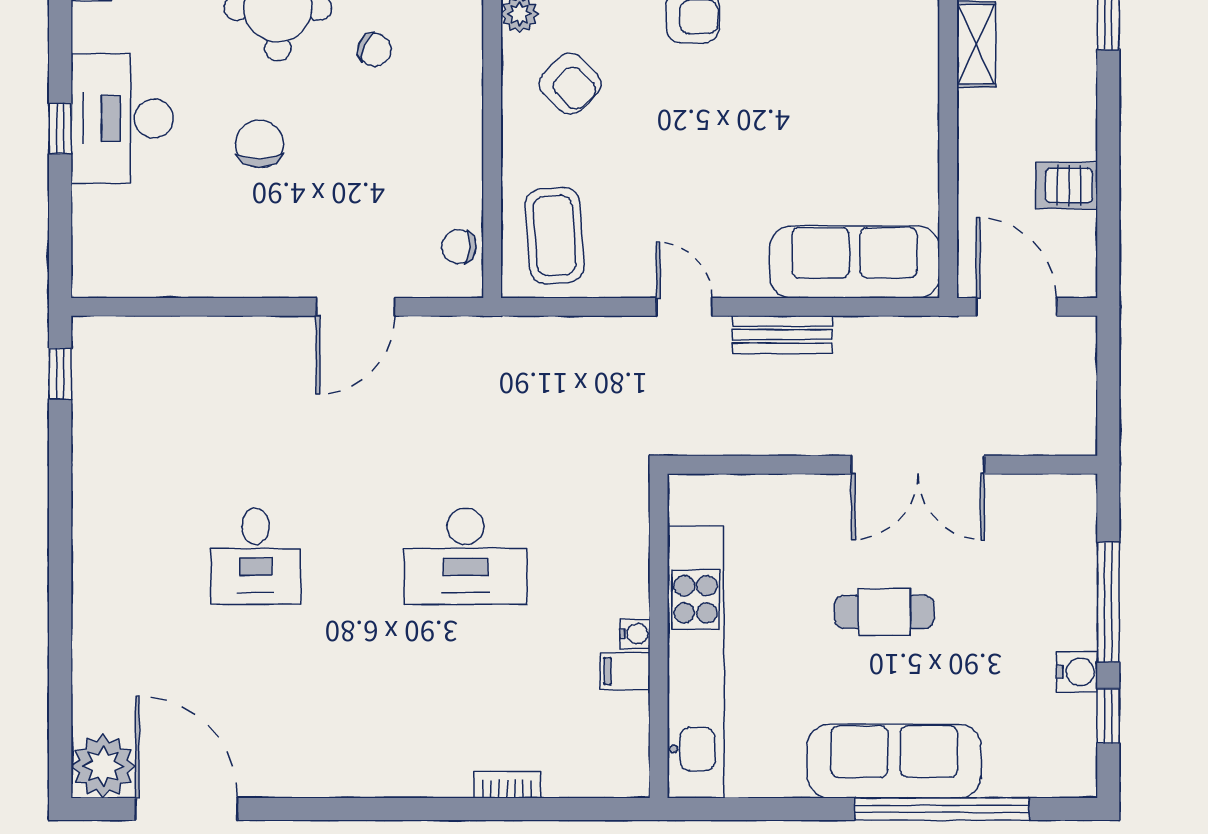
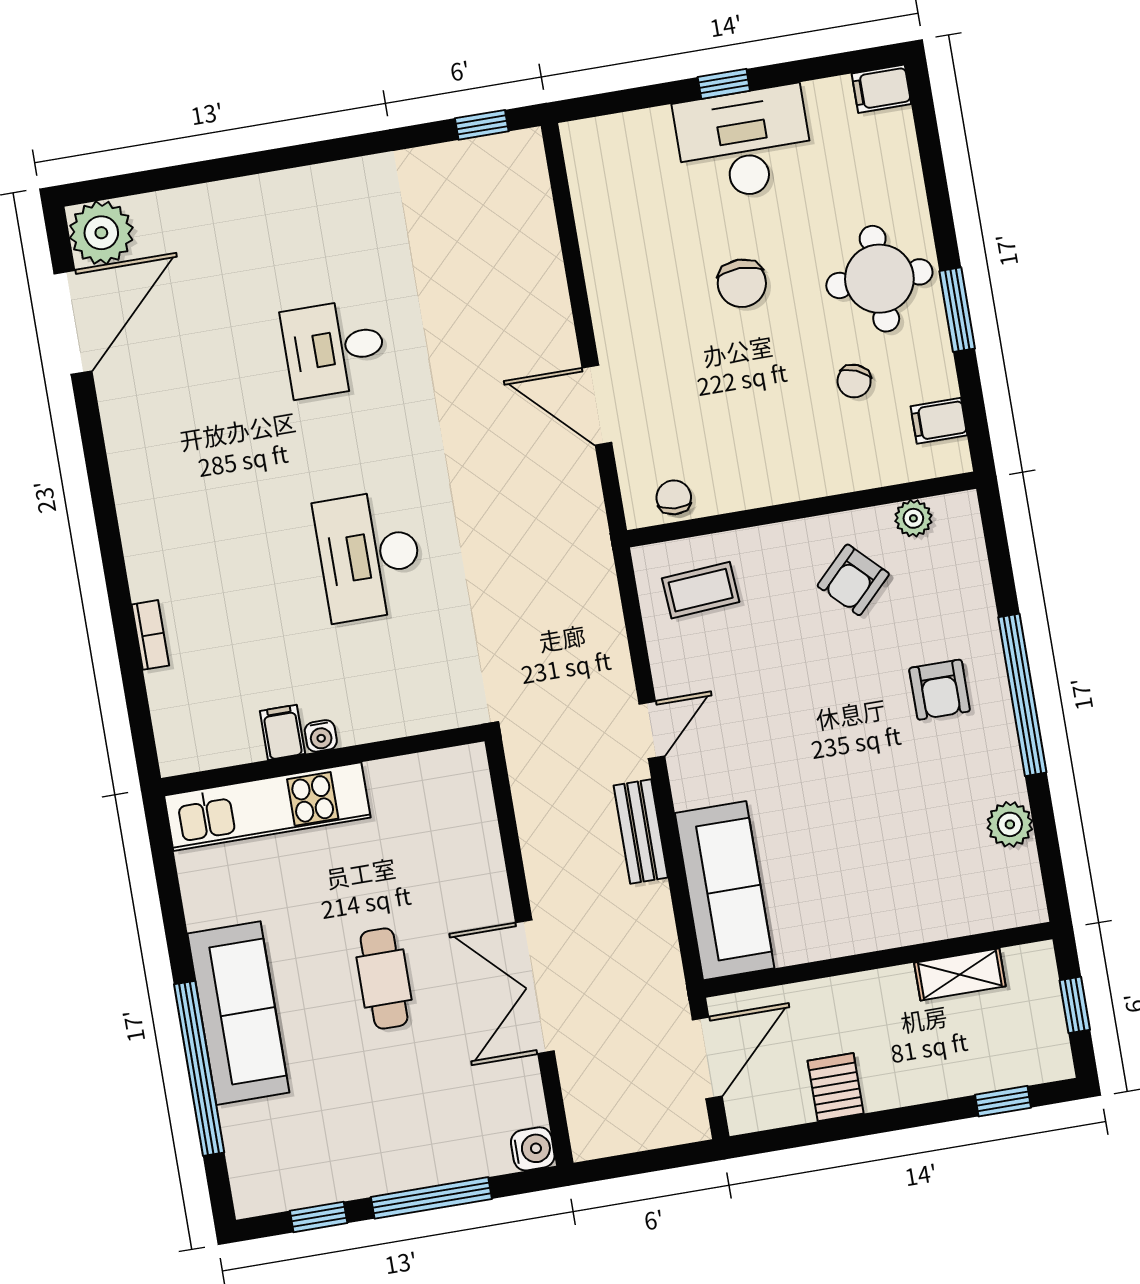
chair: (259, 144) -> (742, 283), turned 90
coffee table: (555, 236) -> (701, 590), width x0.73, depth x0.77
kitchen unit: (696, 662) -> (267, 807), width x0.73
water cooler: (1077, 672) -> (533, 1149), moved, turned -90

